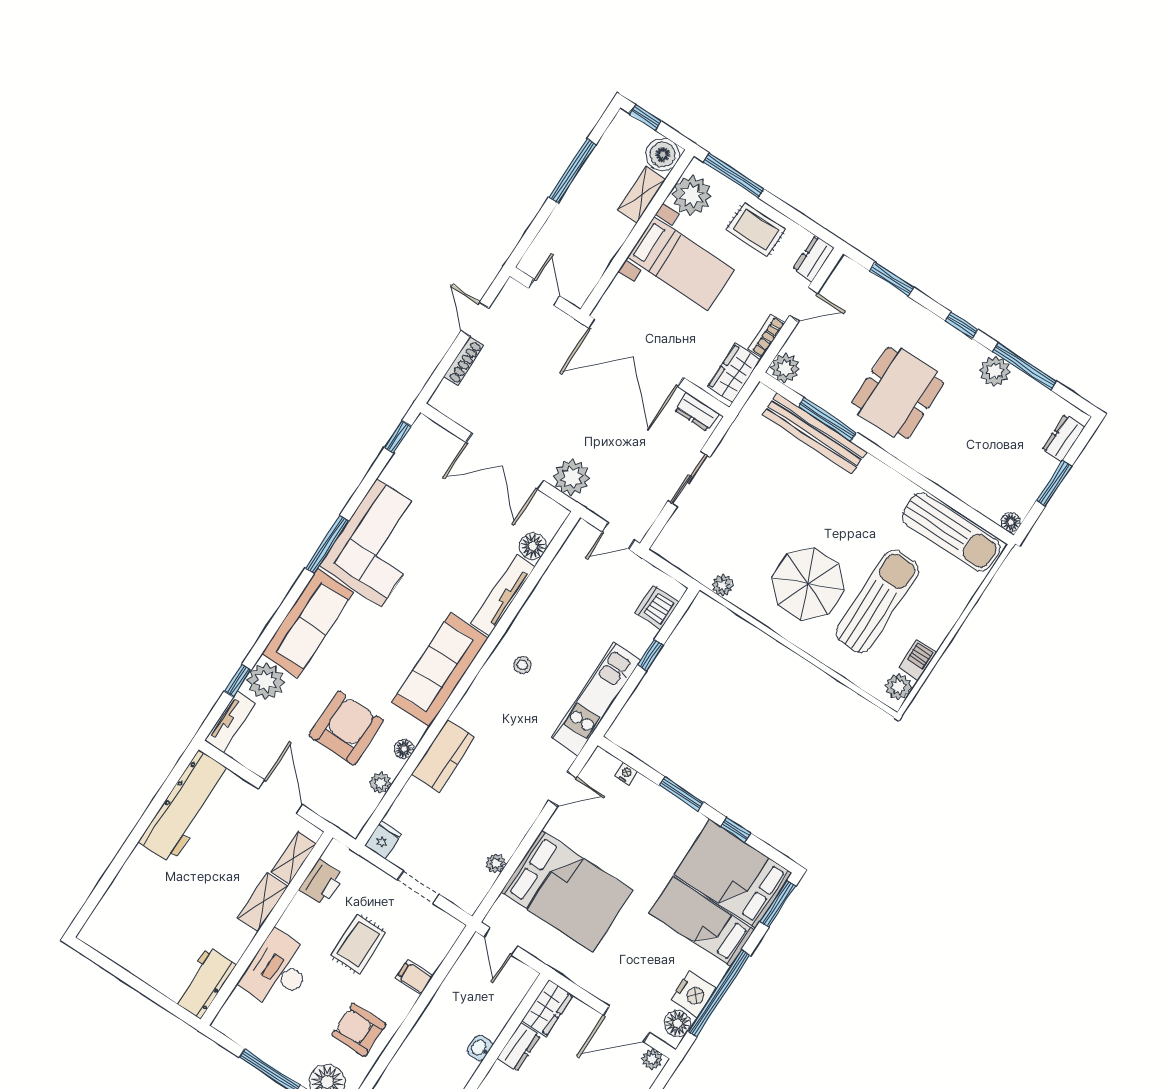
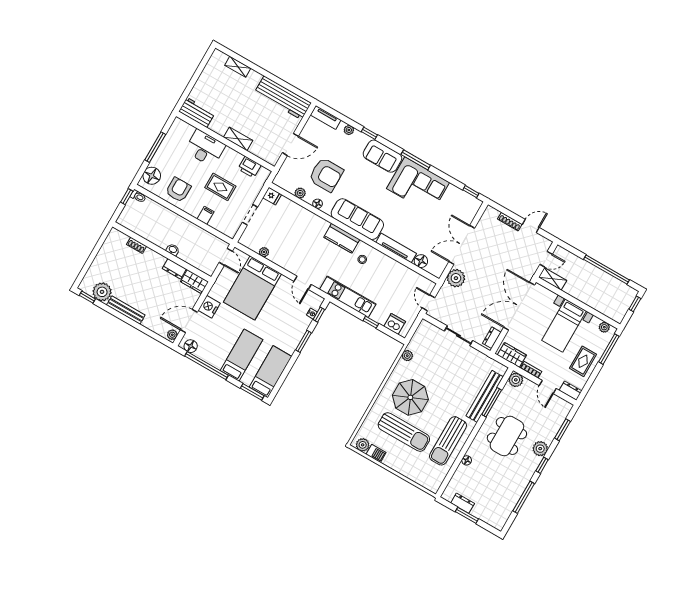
boiler: (663, 154) -> (617, 313), removed
window: (572, 171) -> (606, 270), width x1.46
shelving: (642, 194) -> (553, 279), moved
plant: (692, 195) -> (604, 327), width x0.53, depth x0.53
plant: (995, 371) -> (540, 449), moved
dining table: (898, 393) -> (507, 436), turned 90
dresser: (1063, 438) -> (463, 503), moved
floor lamp: (1011, 522) -> (467, 460), moved
sun lounger: (951, 532) -> (448, 441), moved
sofa: (308, 623) -> (382, 156), width x0.73
window: (237, 681) -> (369, 133), moved
plant: (266, 681) -> (349, 130), width x0.53, depth x0.53
kitchen counter: (443, 756) -> (342, 238), moved
window: (736, 830) -> (319, 315), moved
shelving: (294, 858) -> (238, 67), moved
bed: (733, 874) -> (271, 372), width x0.67
door: (501, 941) -> (226, 257), swing flipped
nightstand: (693, 994) -> (209, 307), moved, turned 90
door: (626, 1024) -> (189, 321), hinge flipped

